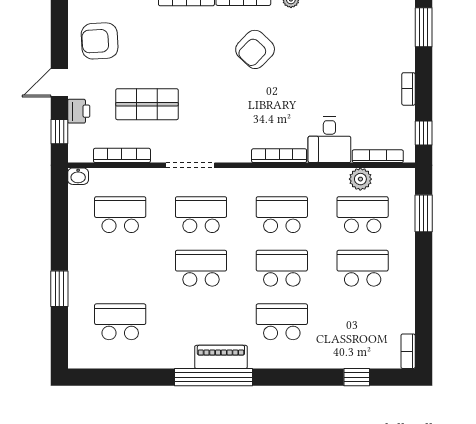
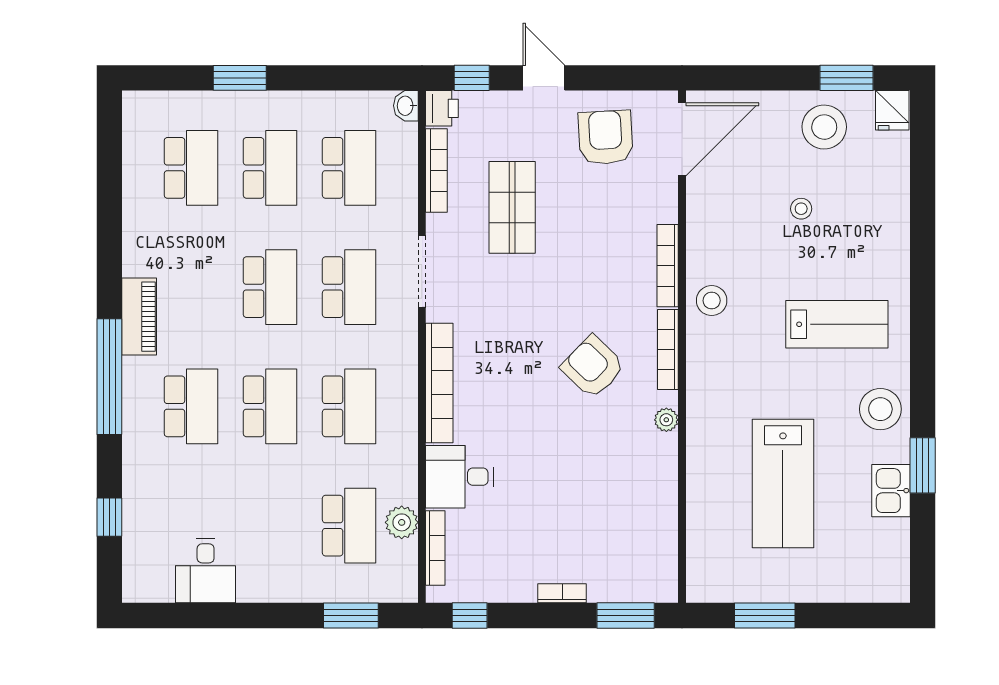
bookcase: (408, 89) -> (562, 593), moved
printer: (79, 111) -> (442, 108), moved, turned -90
bookcase: (279, 156) -> (439, 383), width x1.48, depth x1.31
school desk: (363, 268) -> (270, 168), moved
desk: (393, 312) -> (206, 571), added
bookcase: (408, 351) -> (148, 593), removed
window: (214, 377) -> (109, 377), moved

